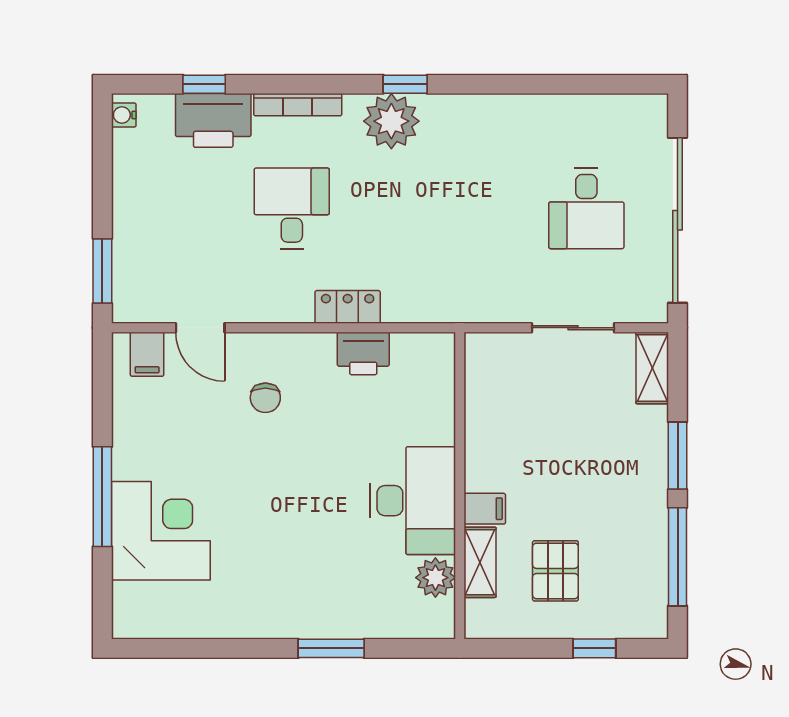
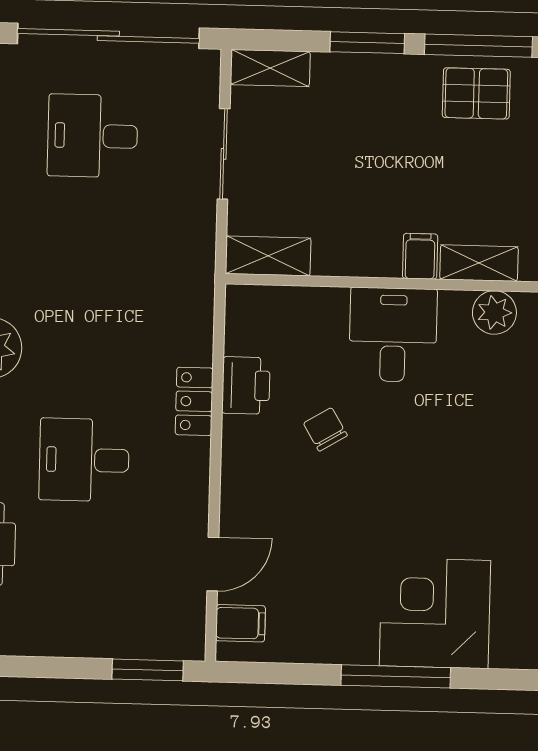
desk: (586, 208) -> (93, 136), turned 180
shelving: (481, 371) -> (268, 256), added
chair: (265, 398) -> (325, 429), moved, turned -121
desk: (413, 501) -> (393, 335), width x0.73
pallet: (555, 571) -> (476, 93), moved

